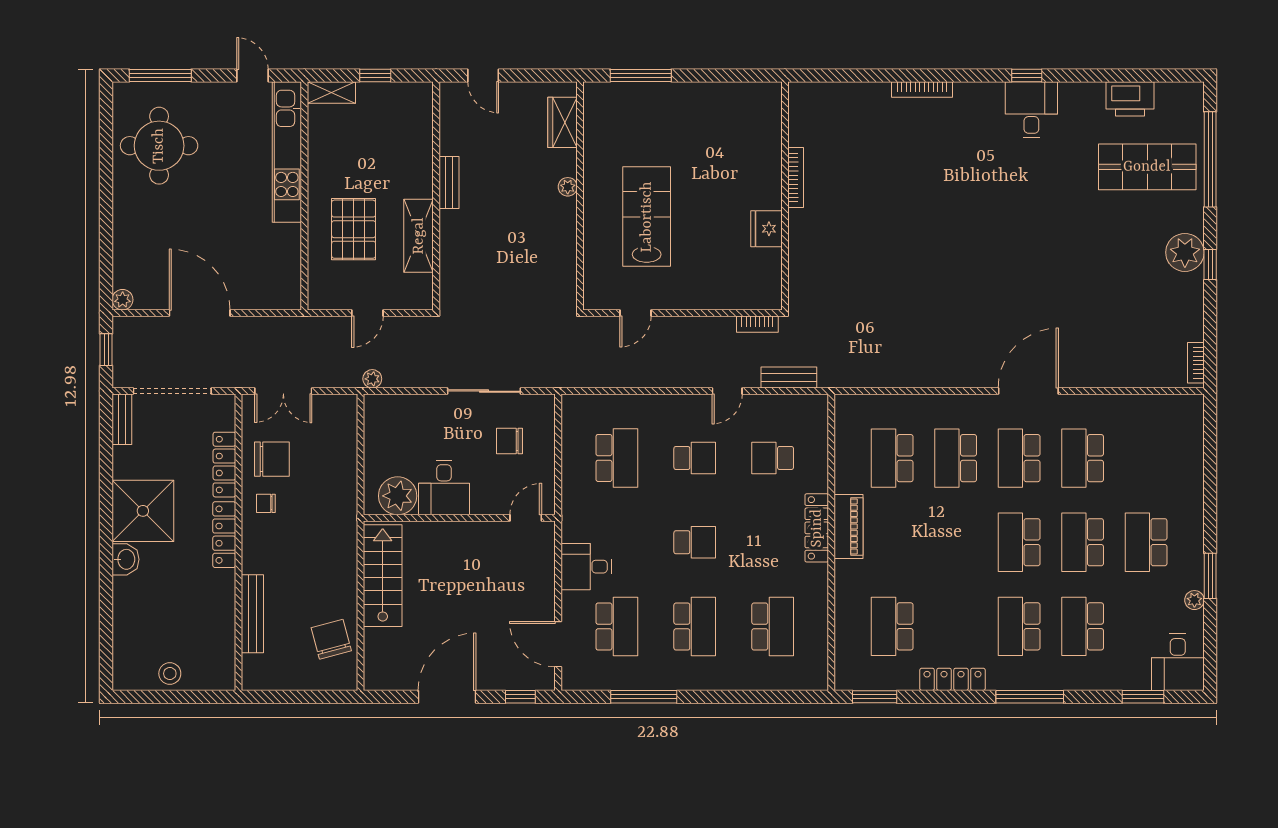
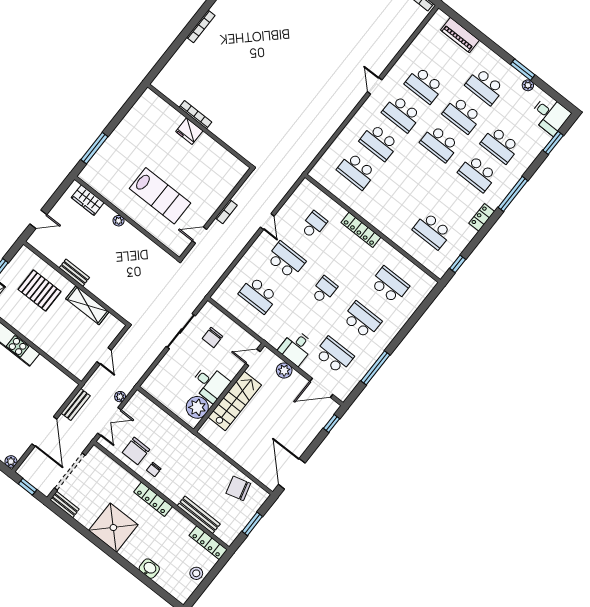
lab bench: (647, 217) -> (160, 196), turned 180
pallet: (354, 229) -> (39, 290), moved
fridge: (766, 229) -> (189, 131), moved
door: (200, 313) -> (44, 431), swing flipped
door: (635, 313) -> (199, 235), swing flipped
bookcase: (757, 324) -> (226, 212), moved
bench: (789, 377) -> (76, 404), moved
plant: (372, 379) -> (120, 397), moved
door: (1028, 391) -> (375, 86), width x0.53
school desk: (617, 458) -> (258, 295), turned 180
school desk: (695, 458) -> (286, 260), width x1.85
school desk: (773, 458) -> (314, 225), turned 180
chair: (272, 459) -> (136, 451), turned 180
locker: (224, 465) -> (208, 543), moved
door: (526, 518) -> (253, 357), hinge flipped
piano: (849, 527) -> (460, 35), moved, turned 180
washbasin: (126, 559) -> (149, 569), moved
plant: (542, 575) -> (284, 370), added
stairs: (383, 576) -> (235, 401), moved, turned 90
locker: (952, 679) -> (482, 217), width x0.66
window: (298, 697) -> (252, 524), added
door: (447, 697) -> (292, 474), moved
window: (875, 697) -> (458, 264), width x0.67

